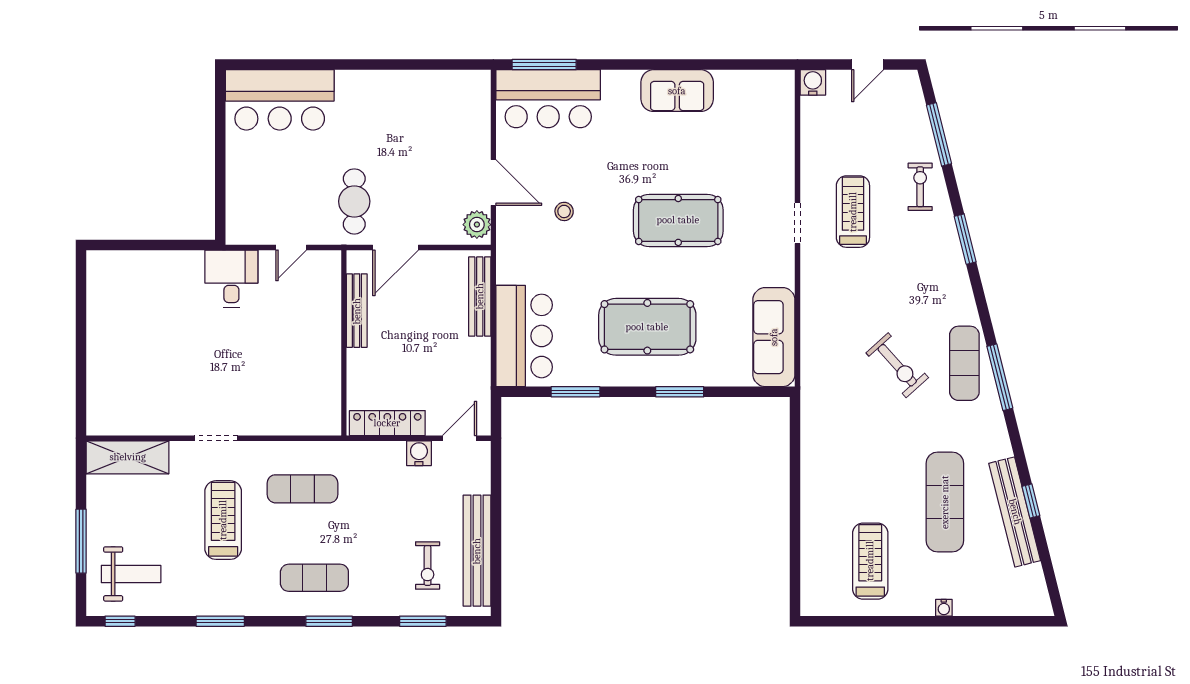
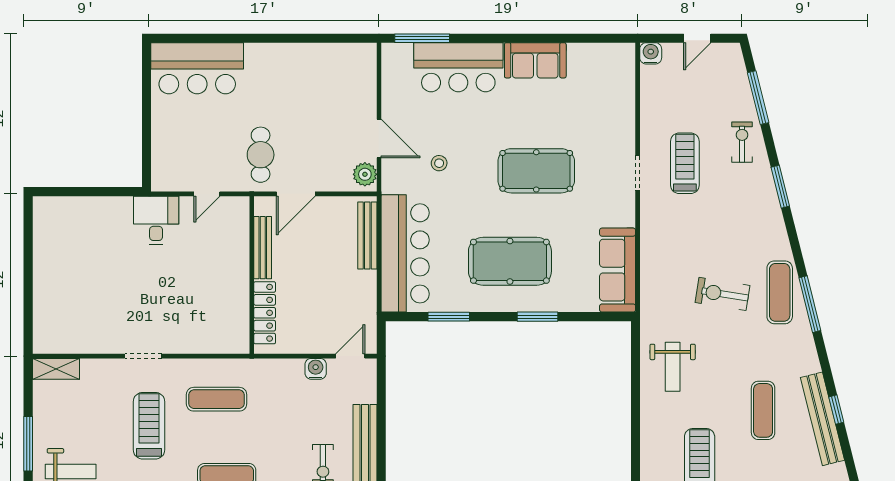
bar counter: (548, 99) -> (458, 67), moved
bar counter: (524, 336) -> (405, 253), width x1.36
exercise bike: (897, 365) -> (723, 294), turned 141
locker: (387, 423) -> (265, 313), moved, turned 90
weight bench: (839, 451) -> (673, 367), added
shelving: (128, 457) -> (56, 369), width x0.67, depth x0.75
exercise mat: (945, 502) -> (763, 410), width x0.73, depth x0.69

